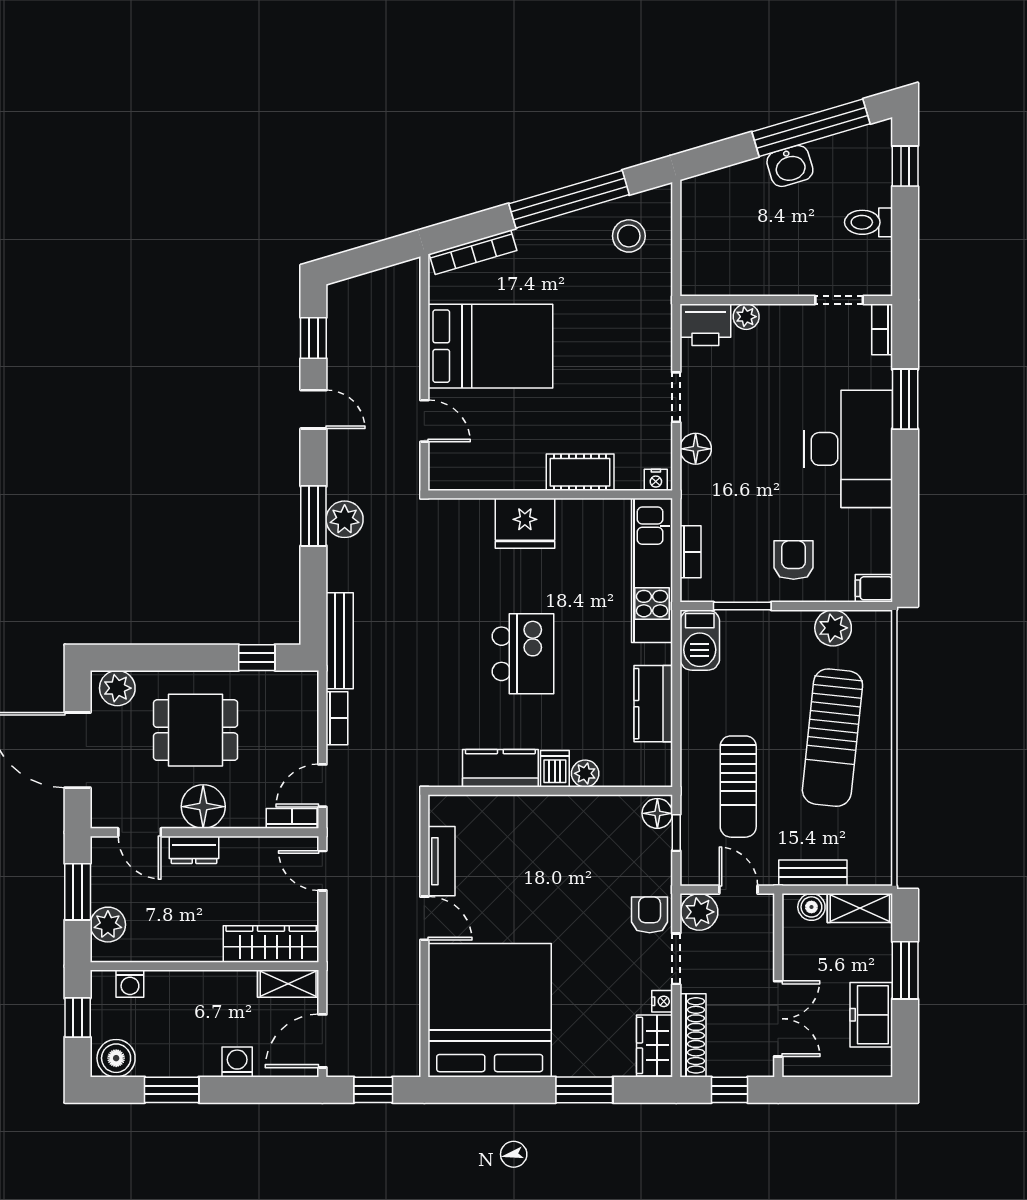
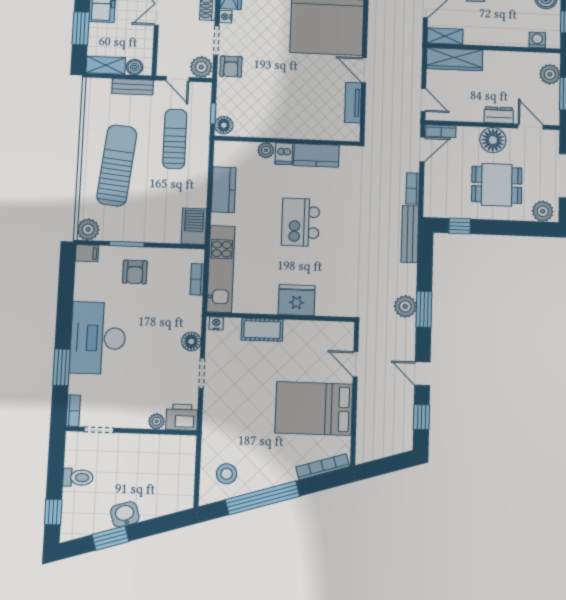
window: (811, 128) -> (110, 538), width x0.47
window: (742, 606) -> (127, 244), moved
plant: (833, 628) -> (88, 229), moved

